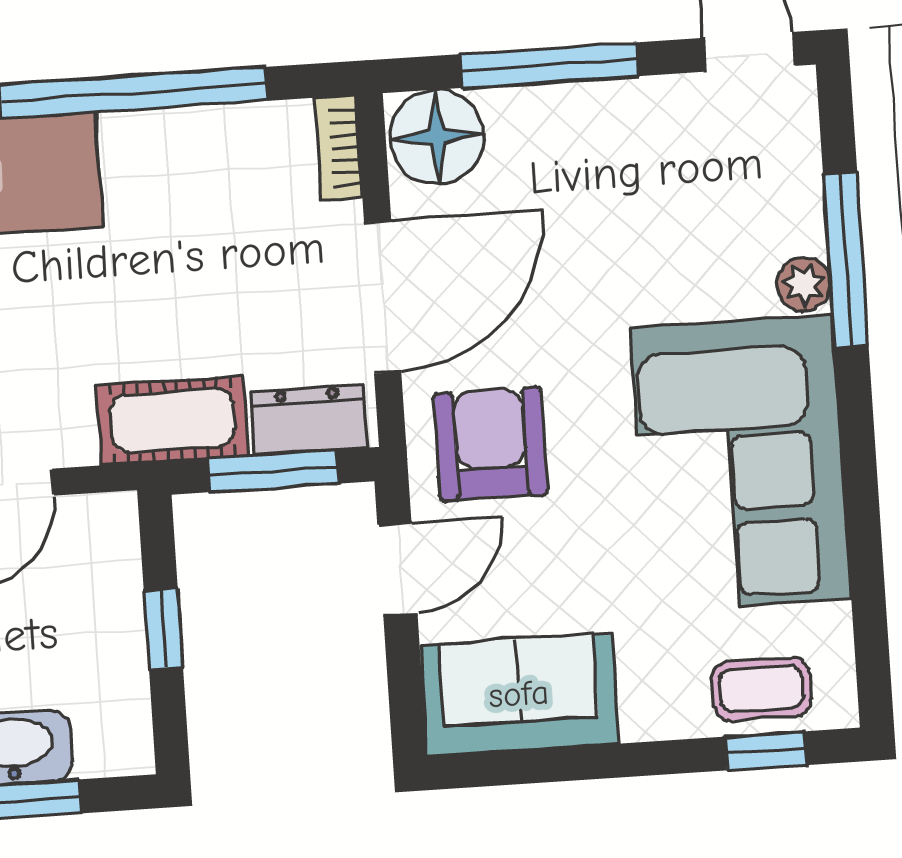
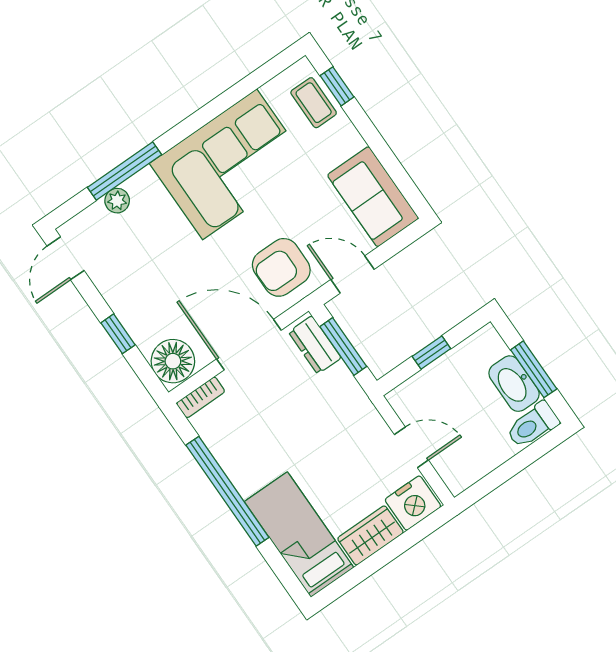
window: (549, 65) -> (118, 334), width x0.46
plant: (804, 284) -> (117, 201), moved
cot: (172, 420) -> (347, 398), removed

